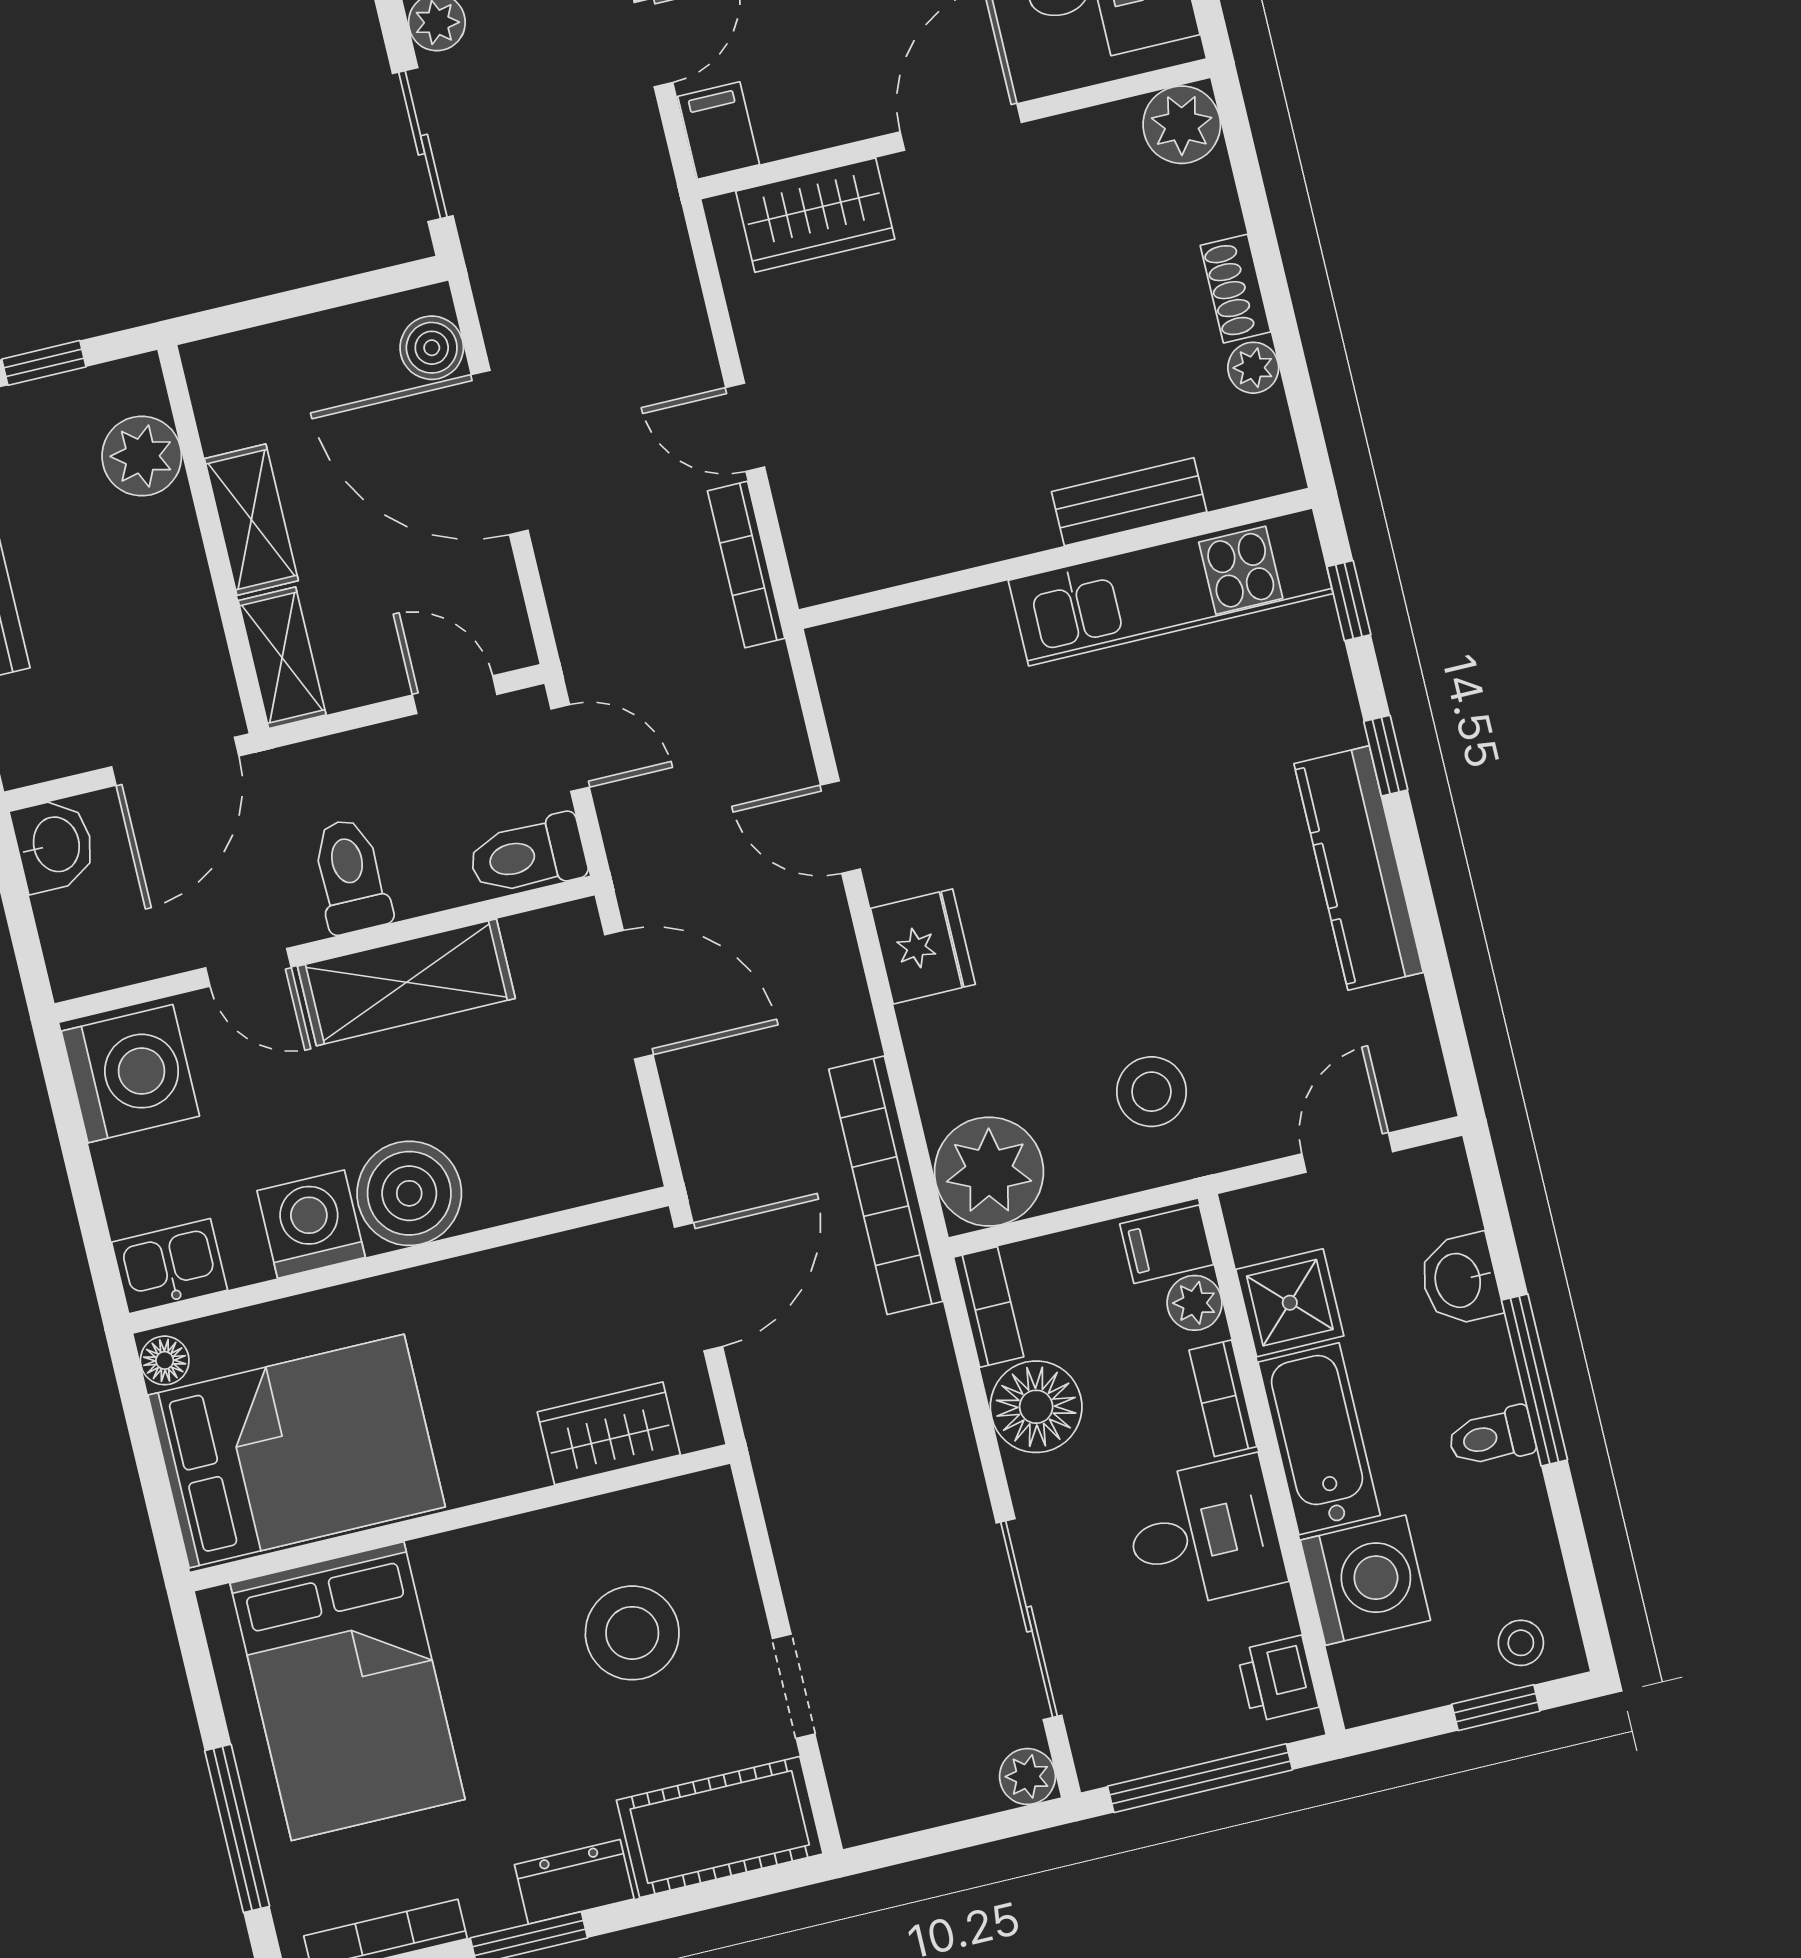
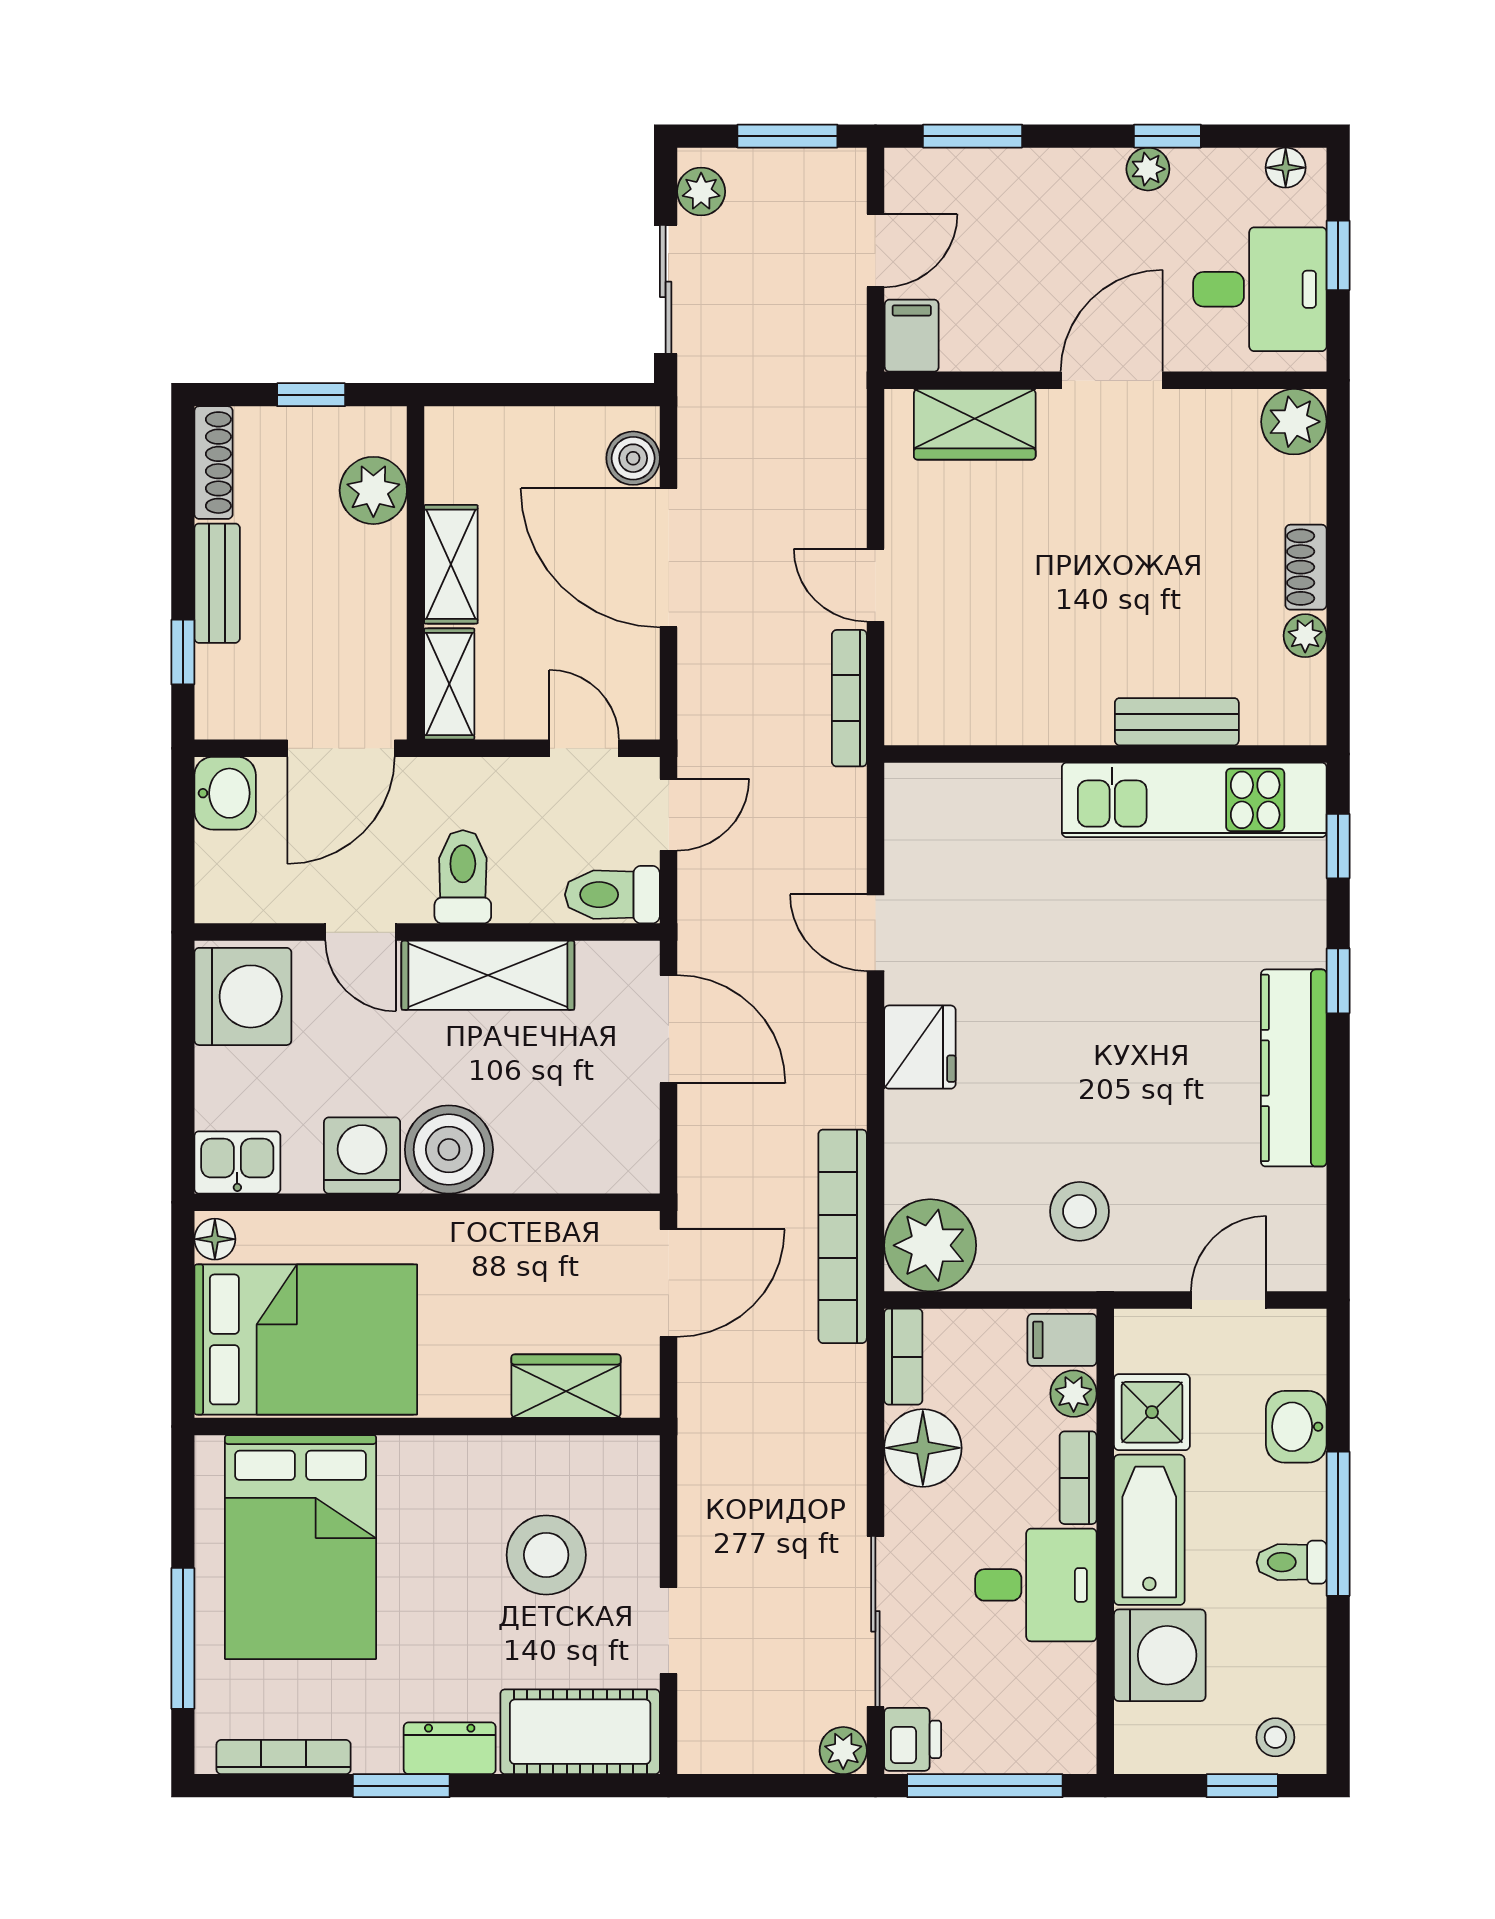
door: (570, 748) -> (669, 815), hinge flipped
printer: (1278, 1679) -> (913, 1739), moved, turned 180

